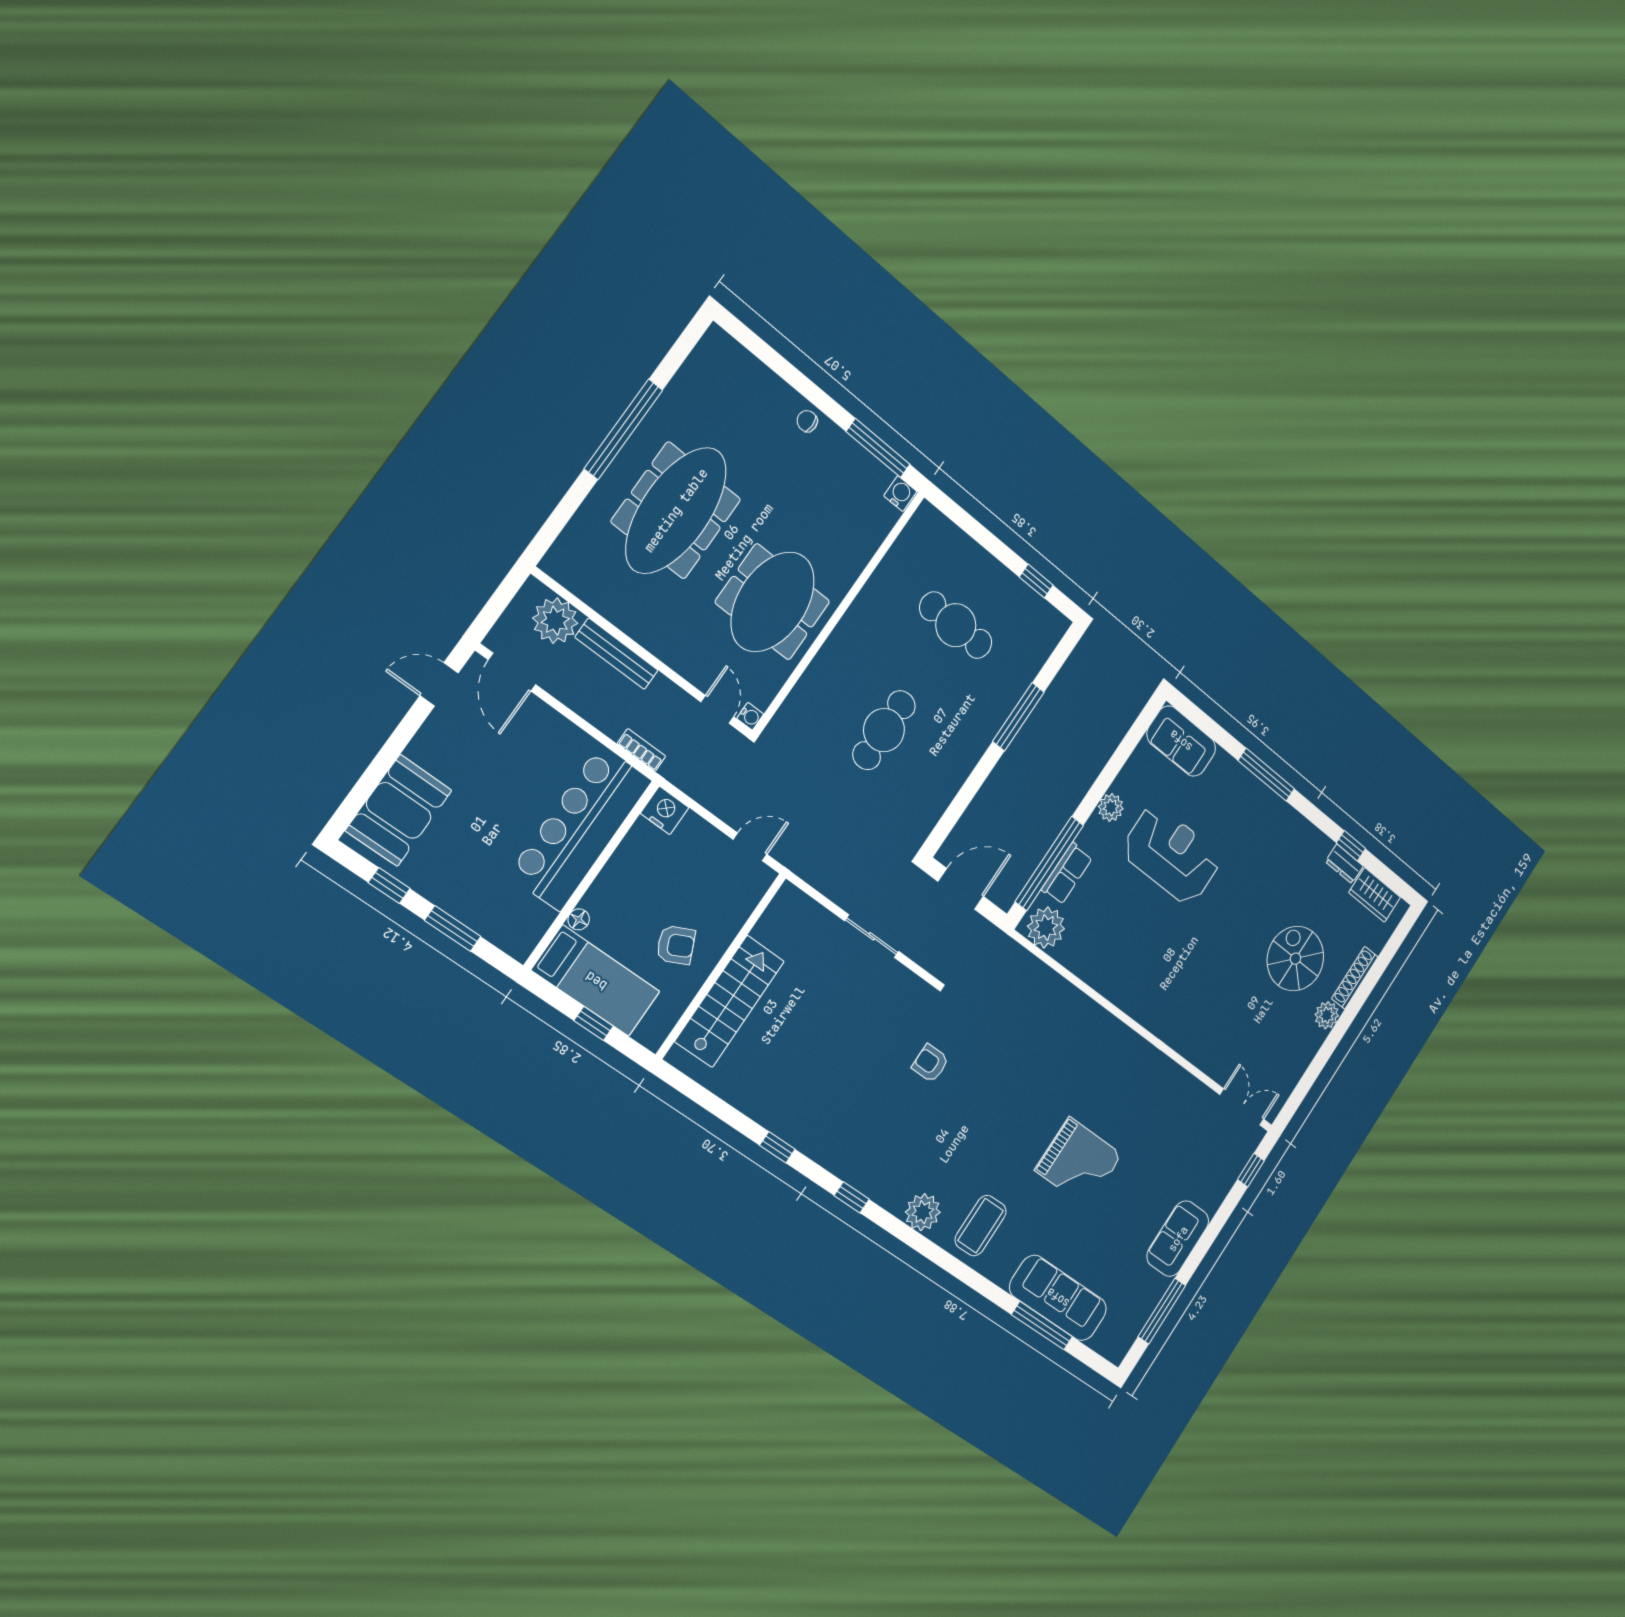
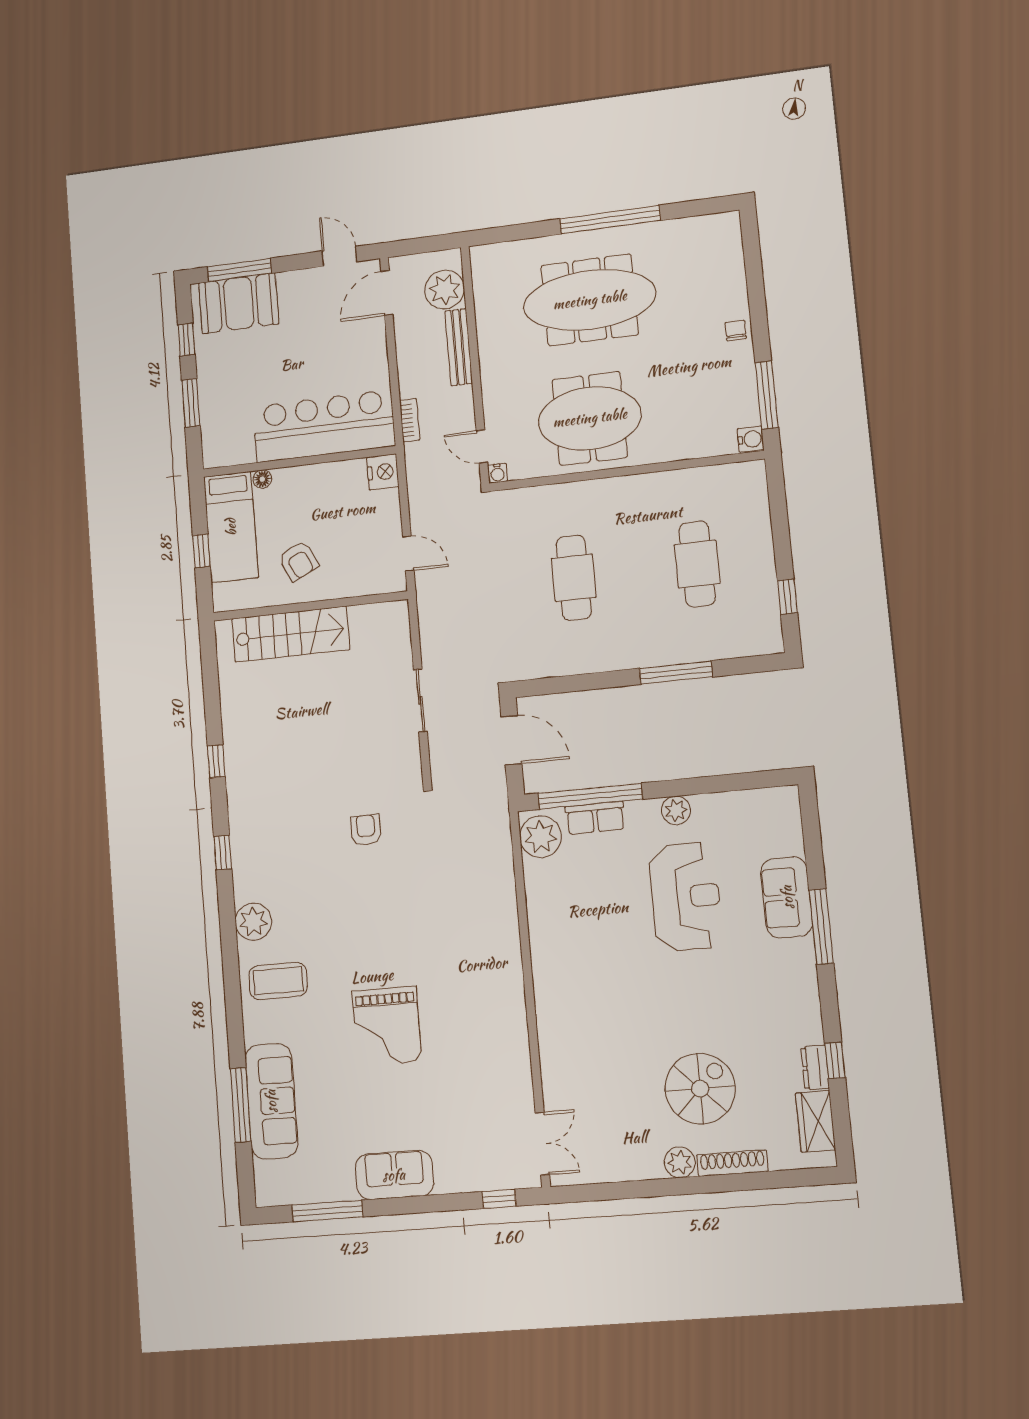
door: (717, 709) -> (482, 447), swing flipped
cafe table: (884, 730) -> (574, 578), turned 90
sofa: (1181, 741) -> (787, 897), moved
window: (367, 784) -> (239, 270), added

